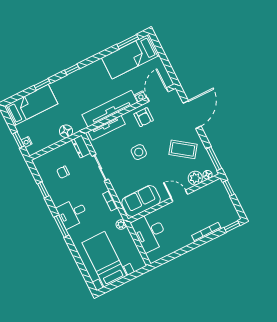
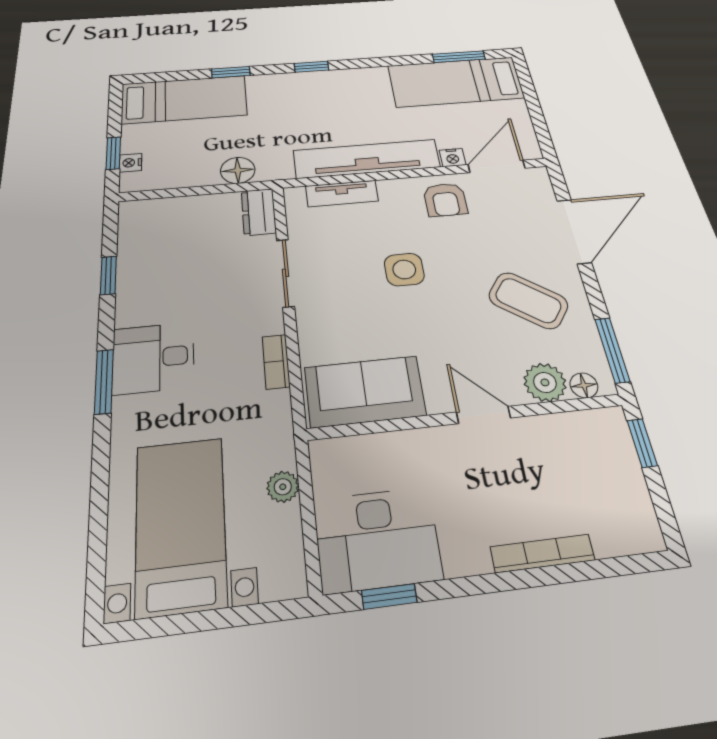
tv unit: (107, 128) -> (342, 193), width x0.71
chair: (63, 172) -> (183, 252), removed
plant: (121, 225) -> (283, 487), moved
window: (232, 226) -> (389, 596), moved
desk: (150, 232) -> (377, 539), moved, turned -90

